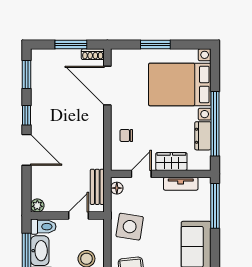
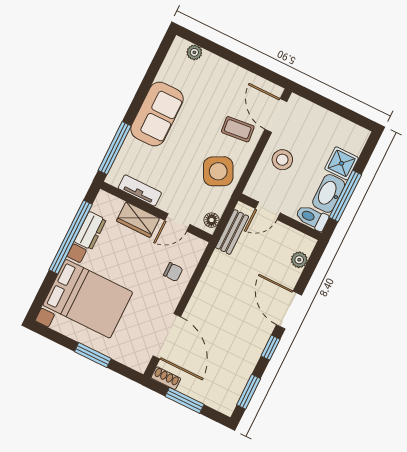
plant: (37, 206) -> (299, 260), moved
side table: (130, 227) -> (218, 171), turned -36

